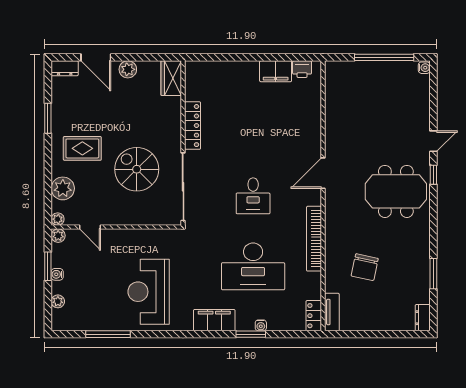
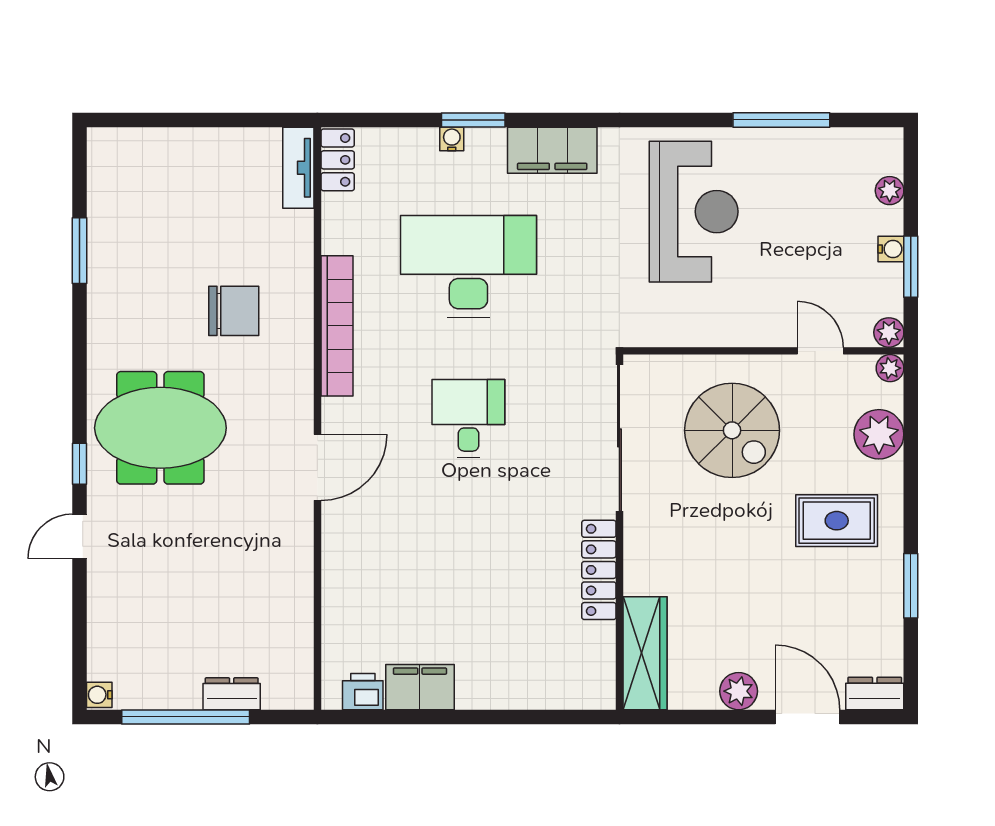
wardrobe: (171, 78) -> (645, 653), width x1.50
spiral stairs: (137, 169) -> (732, 430), moved
chair: (365, 267) -> (234, 311), moved, turned 78
dresser: (423, 318) -> (232, 694), moved, turned -90

